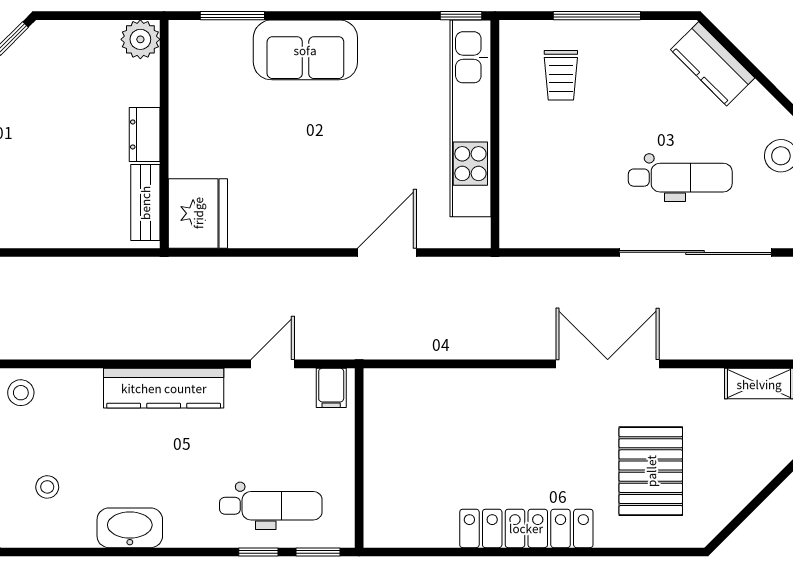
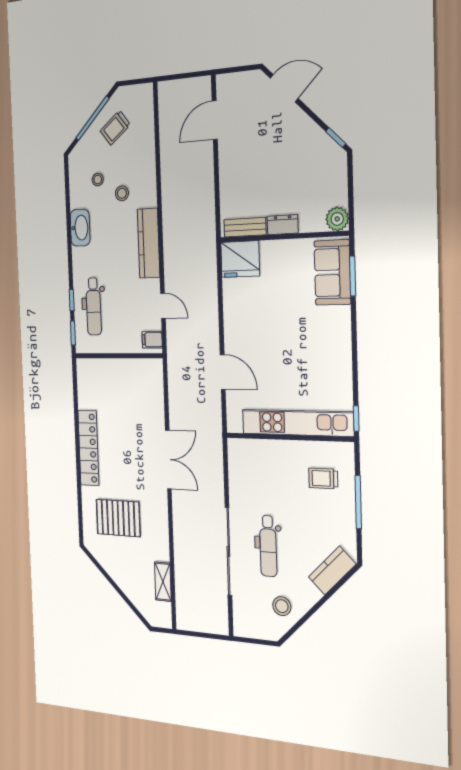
sofa: (305, 50) -> (332, 272), moved
double door: (608, 364) -> (168, 460), moved
stool: (21, 393) -> (122, 193), moved

